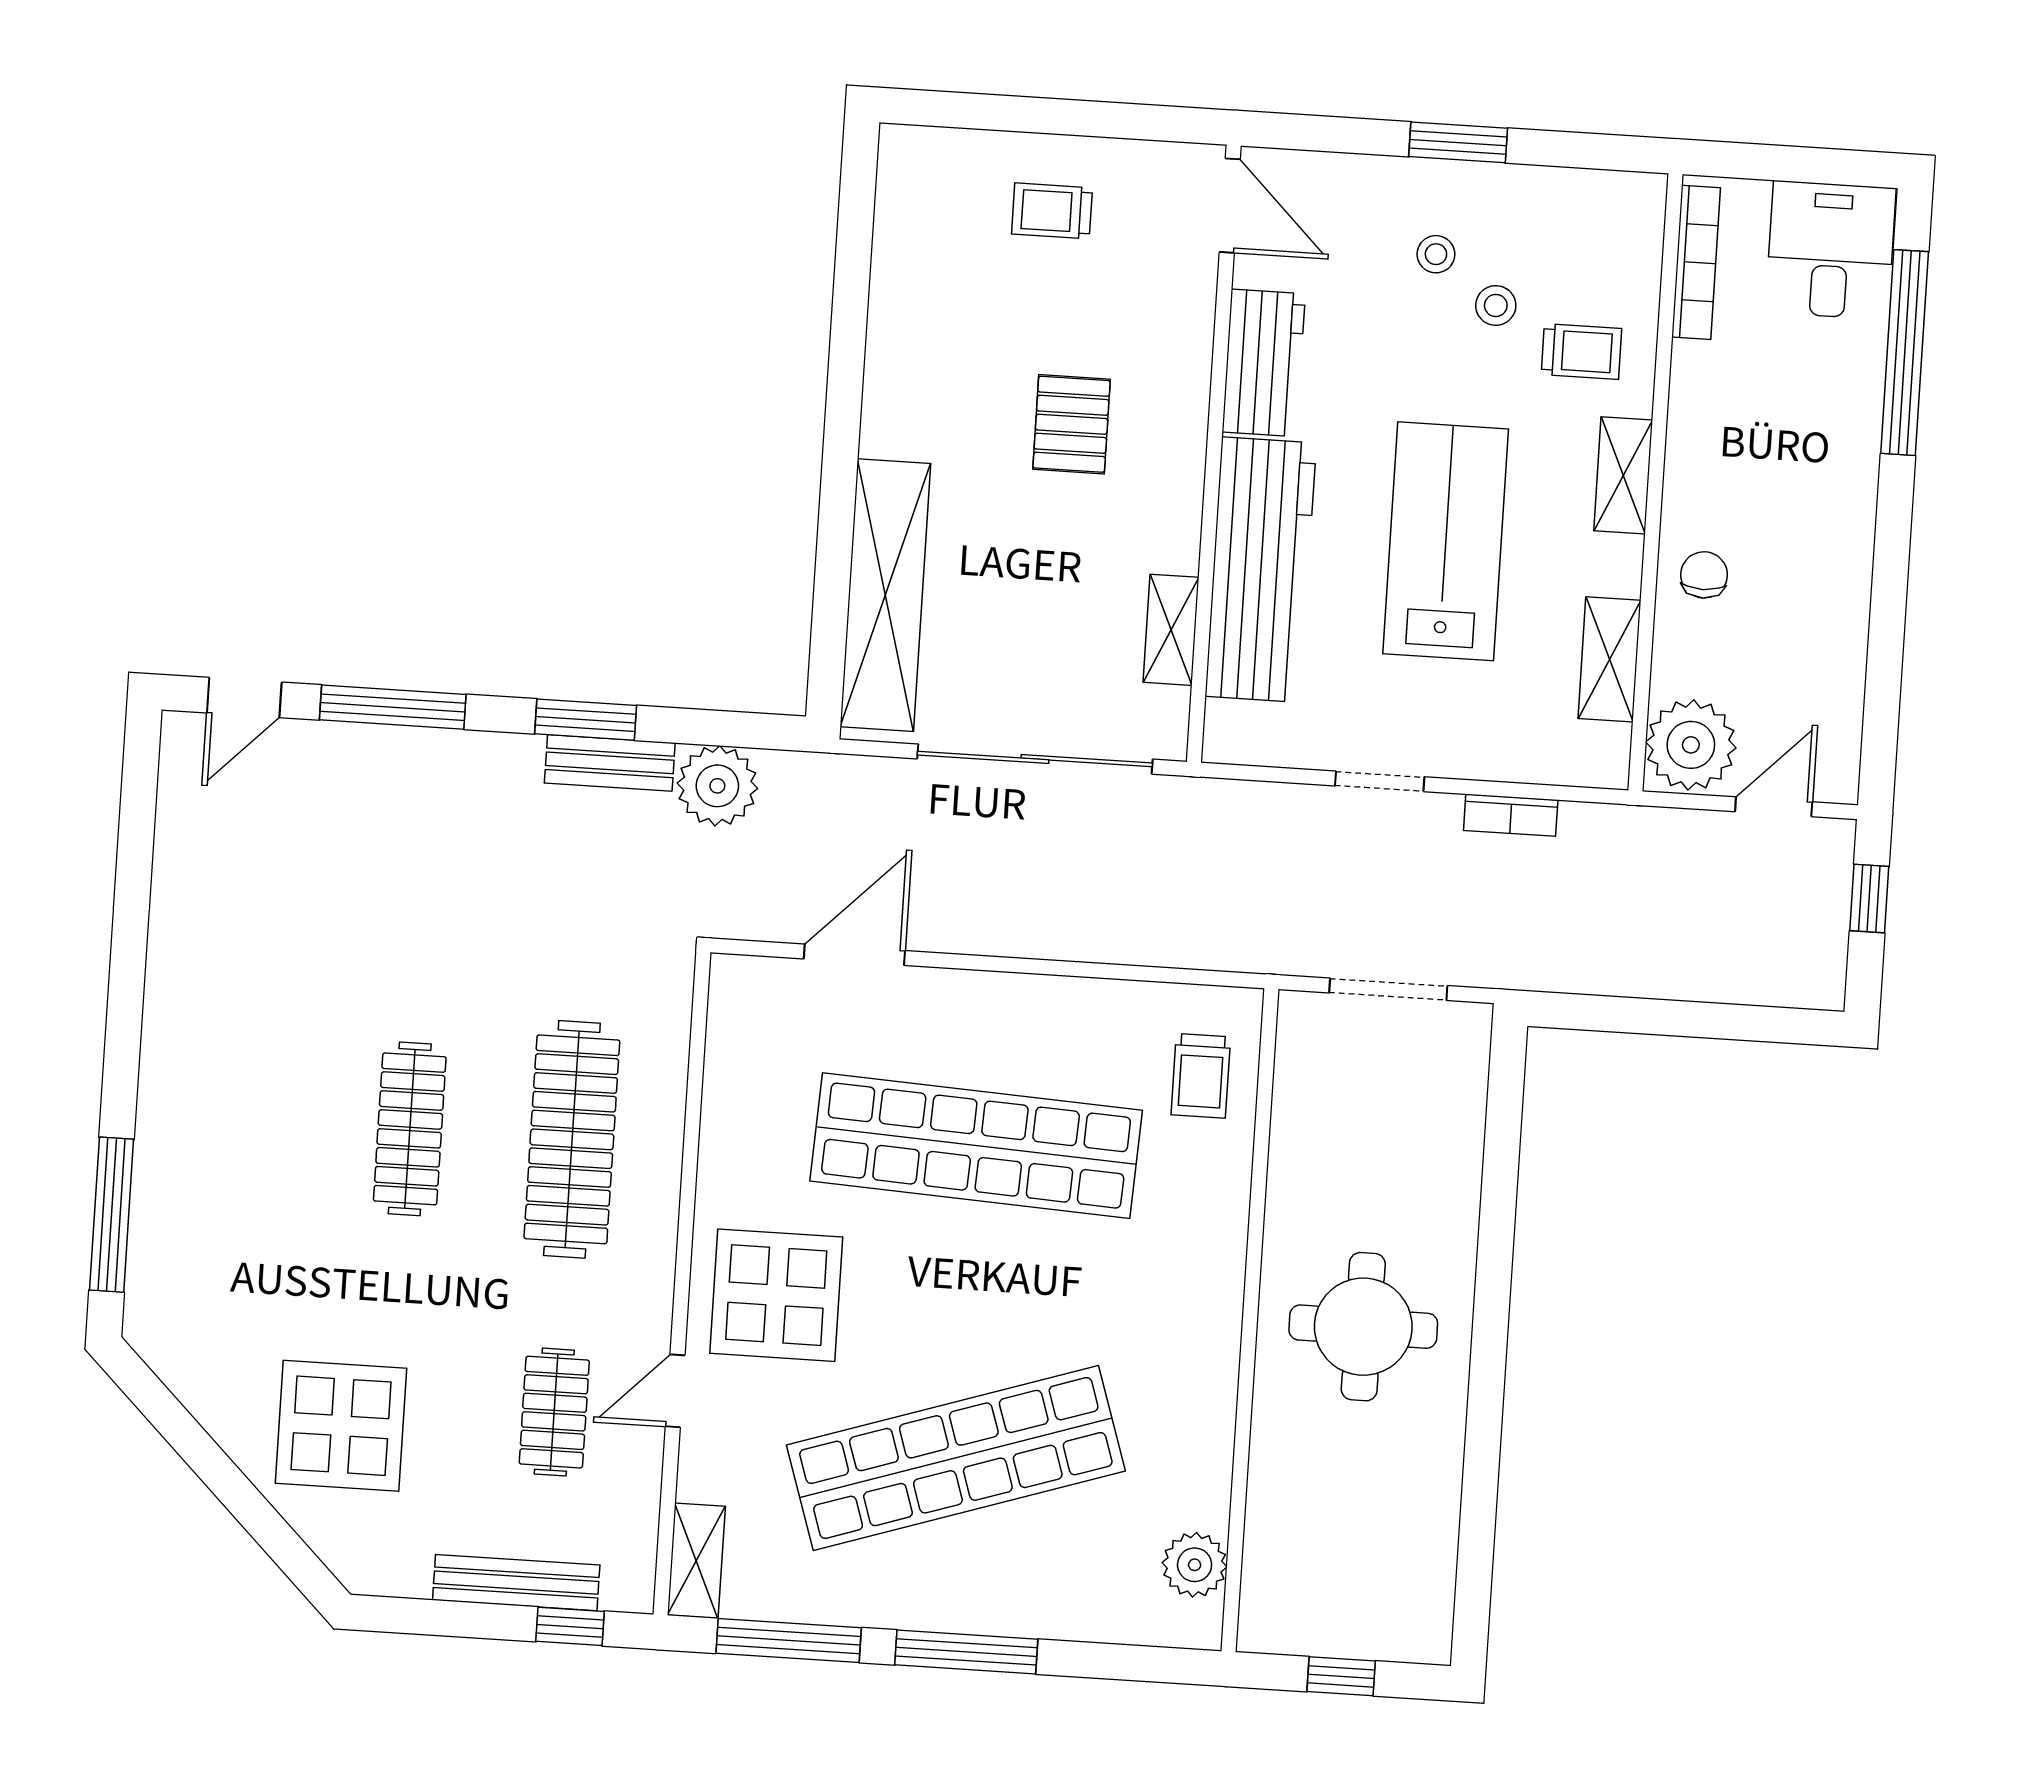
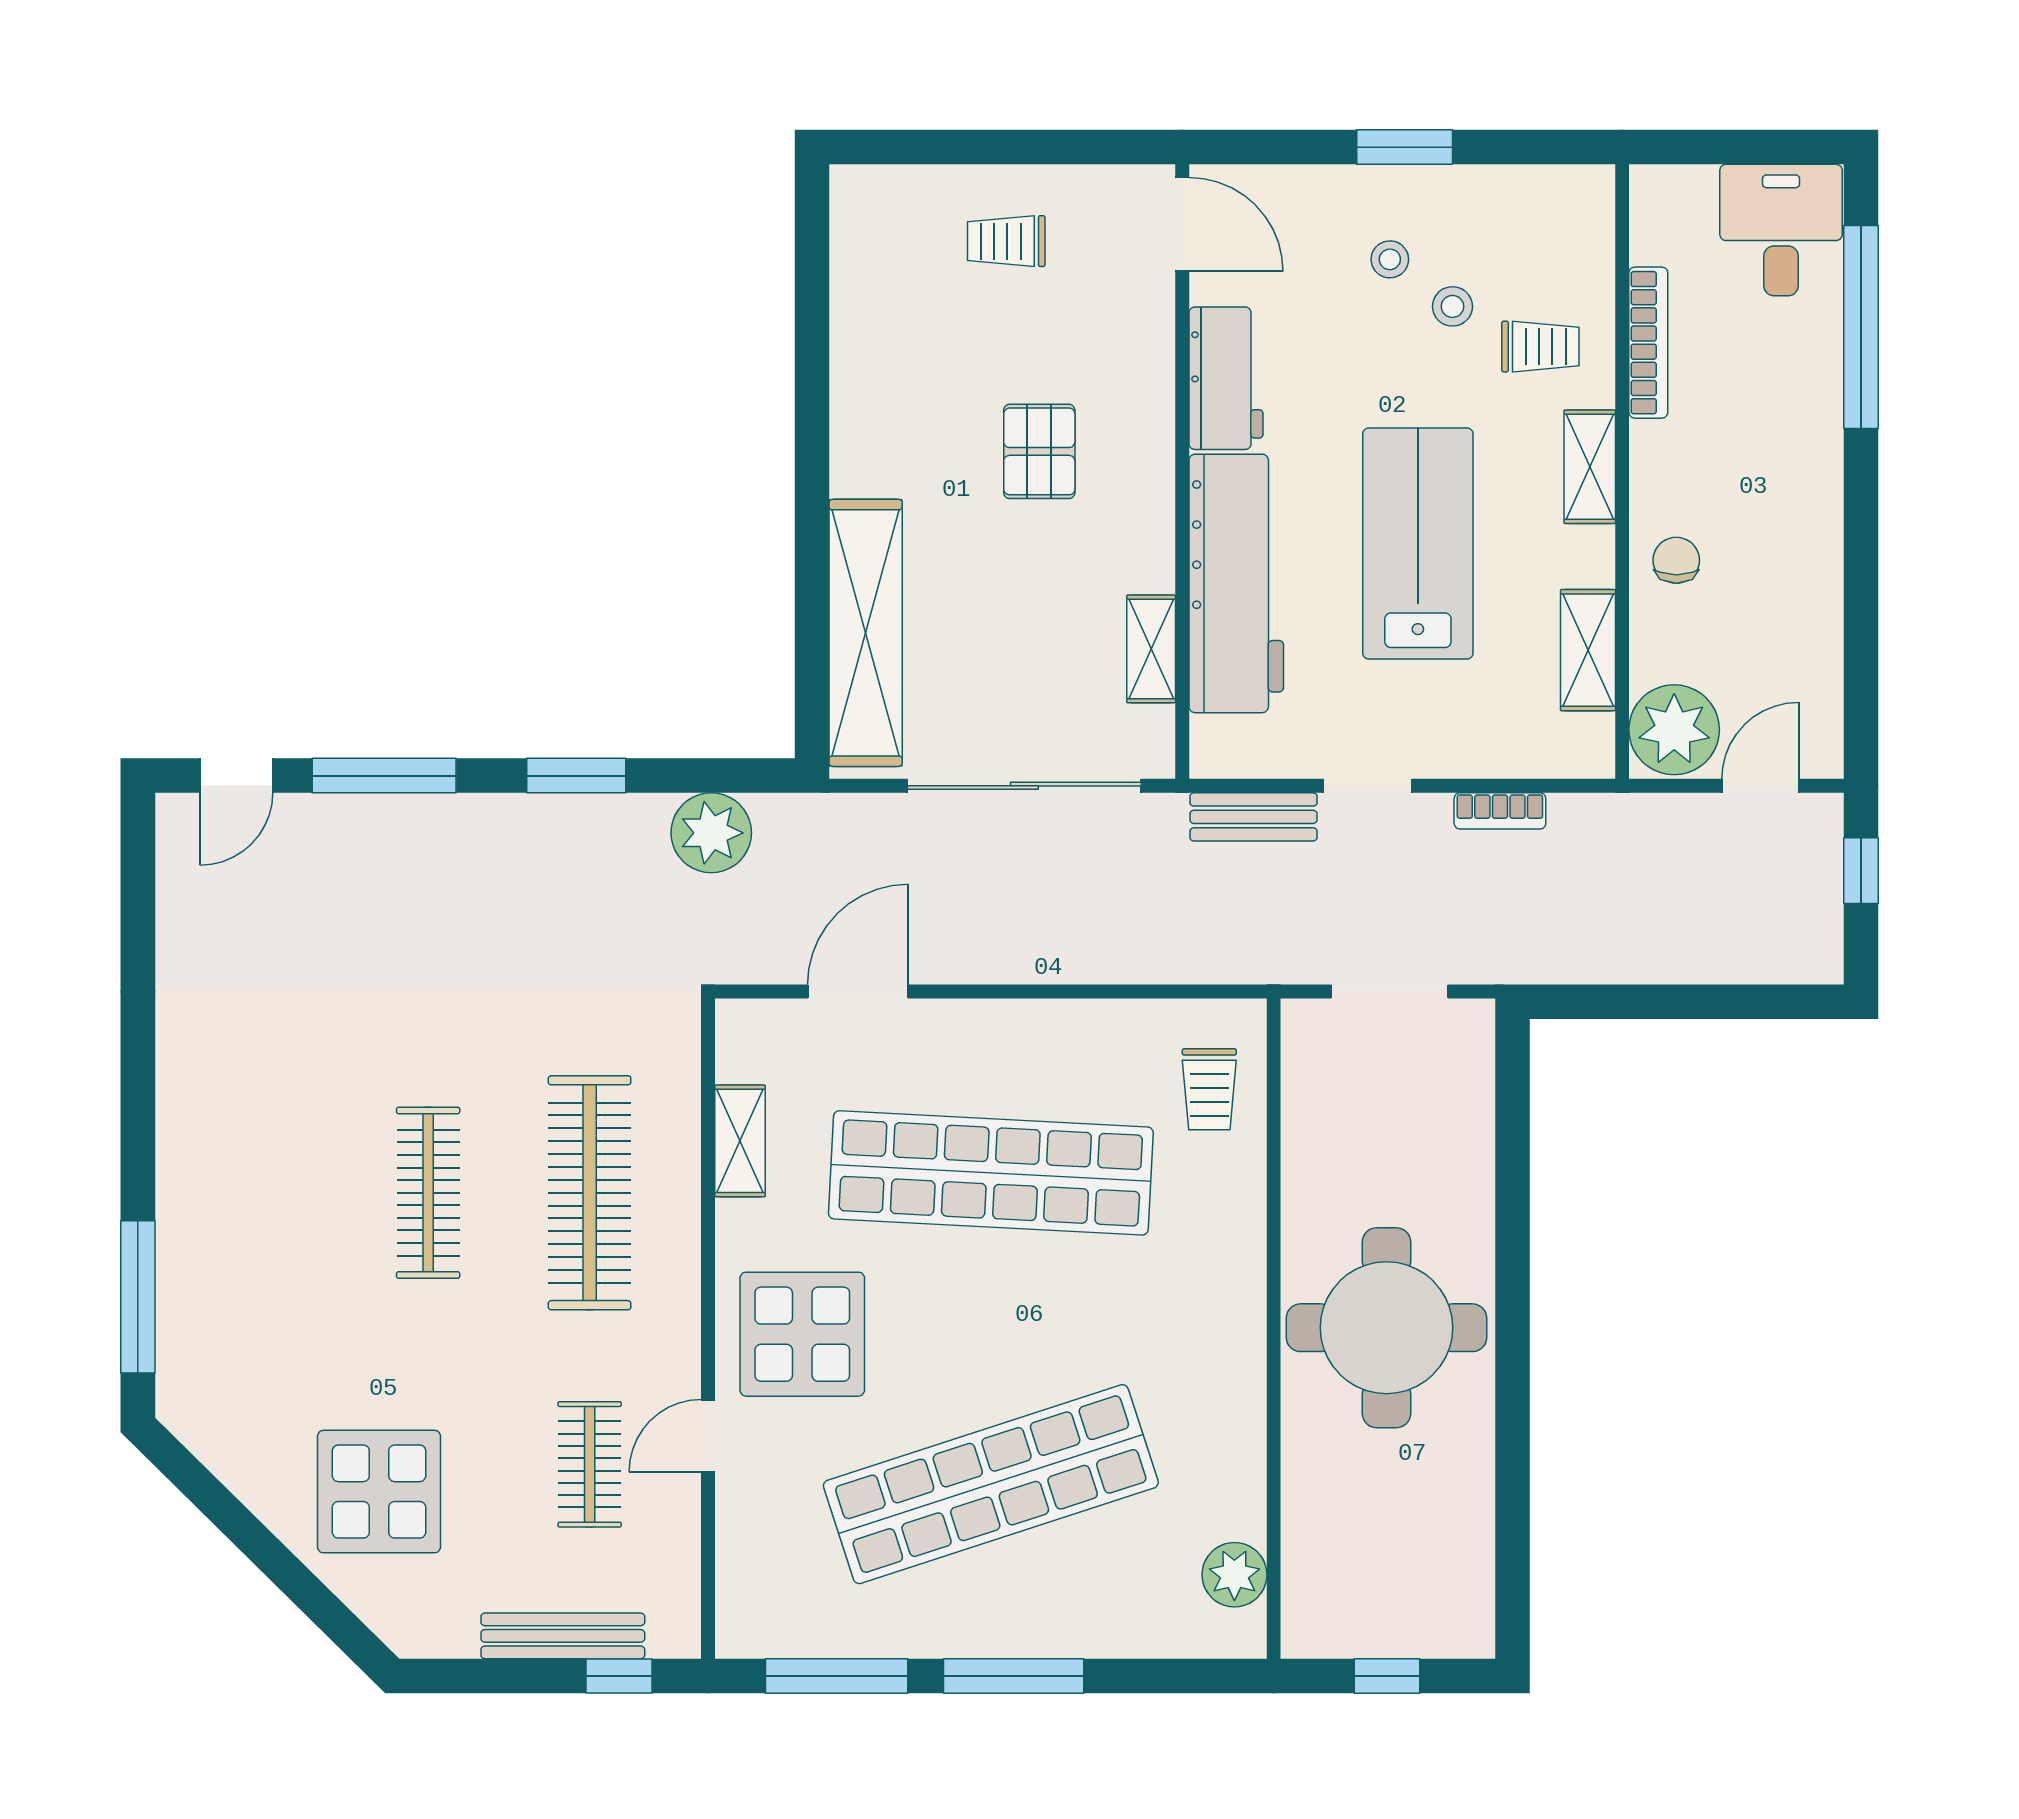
bookcase: (1696, 262) -> (1648, 343), moved
bench: (610, 763) -> (1253, 817), moved
round table: (1363, 1327) -> (1386, 1328), width x1.36, depth x1.36
shelving: (696, 1561) -> (740, 1141), moved

